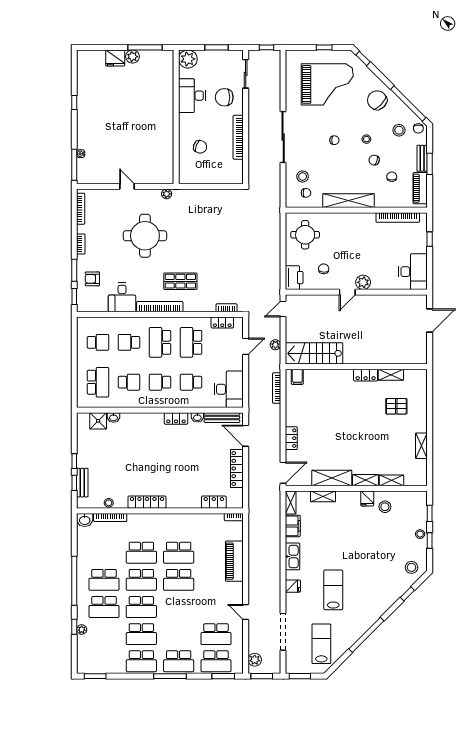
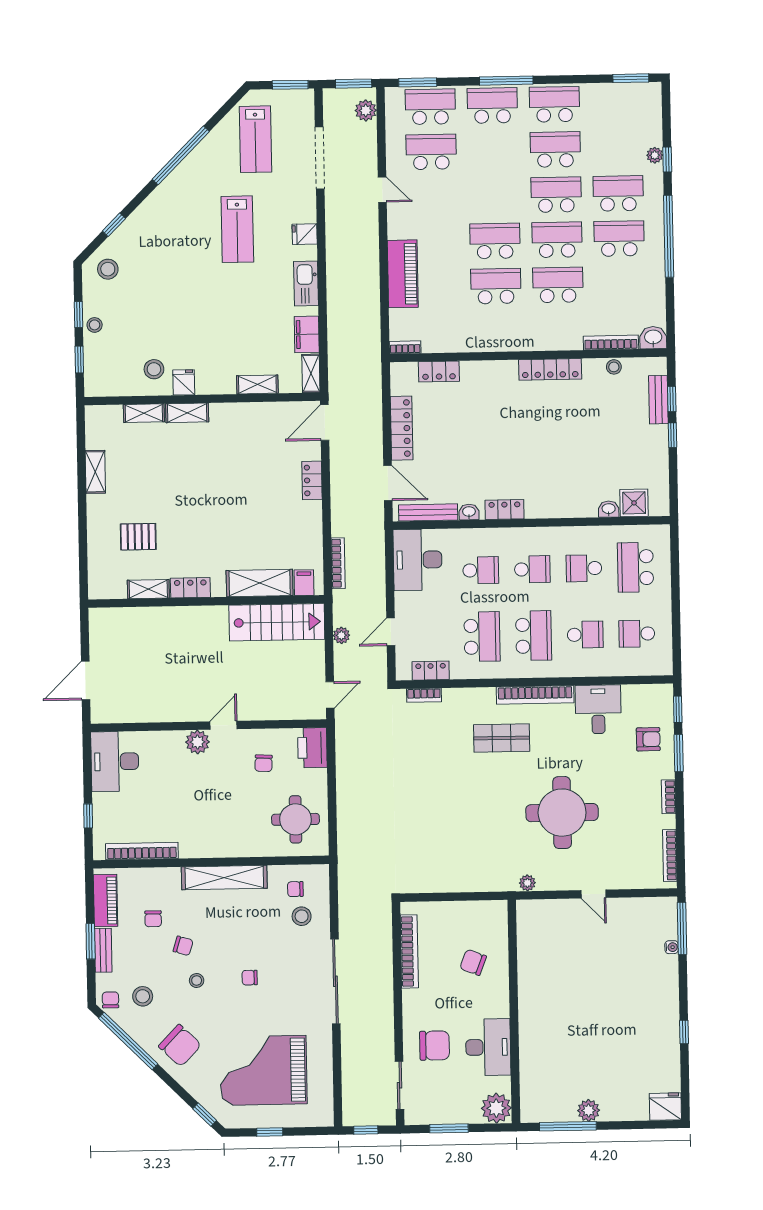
fridge: (115, 58) -> (665, 1107), moved
bookcase: (238, 137) -> (409, 951), moved
shelving: (332, 478) -> (260, 583), moved

